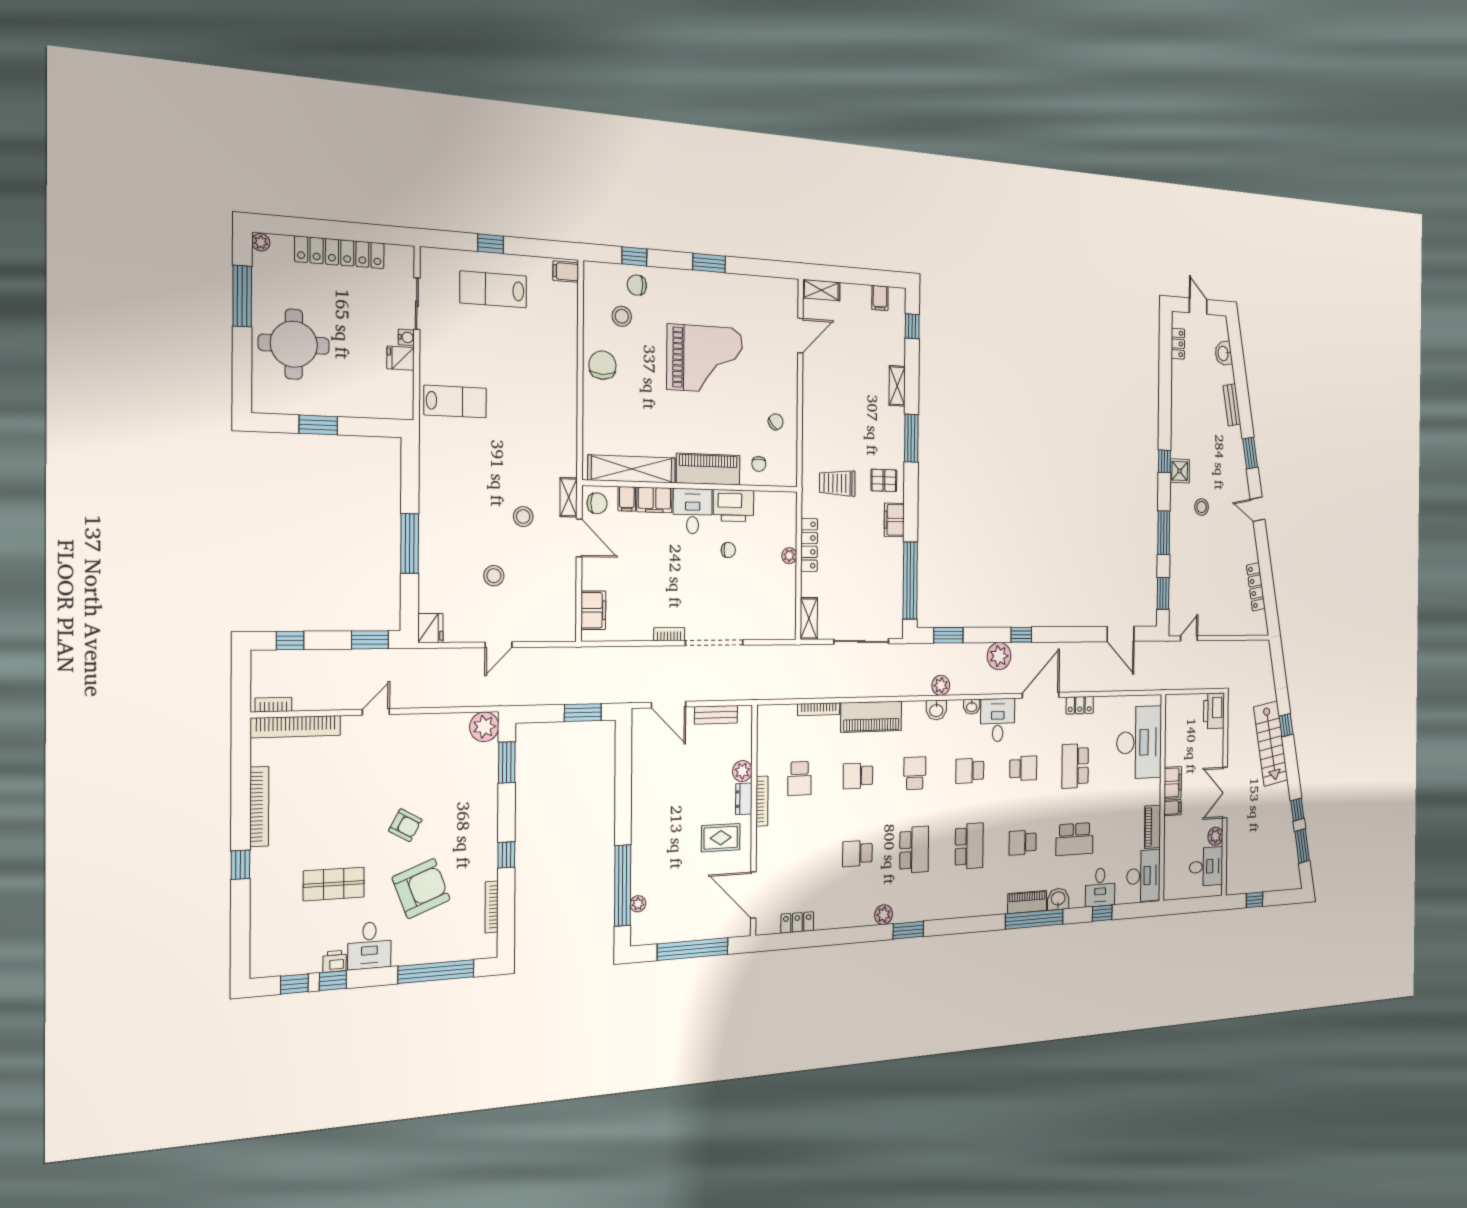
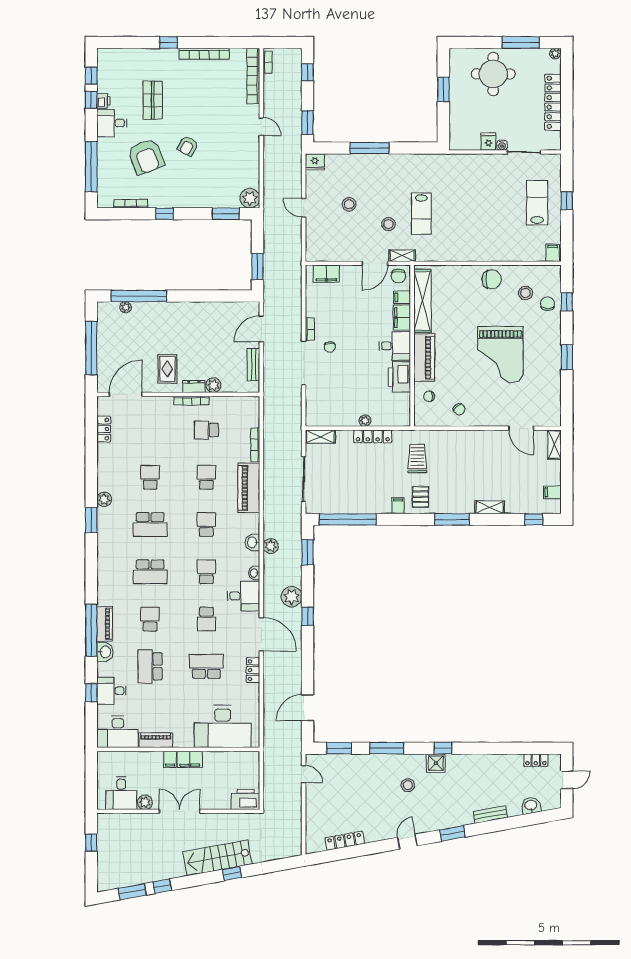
lab bench: (455, 401) -> (421, 214), moved
filing cabinet: (894, 520) -> (398, 506), width x0.50
chair: (728, 550) -> (330, 347), moved
school desk: (915, 773) -> (206, 525), turned -90

